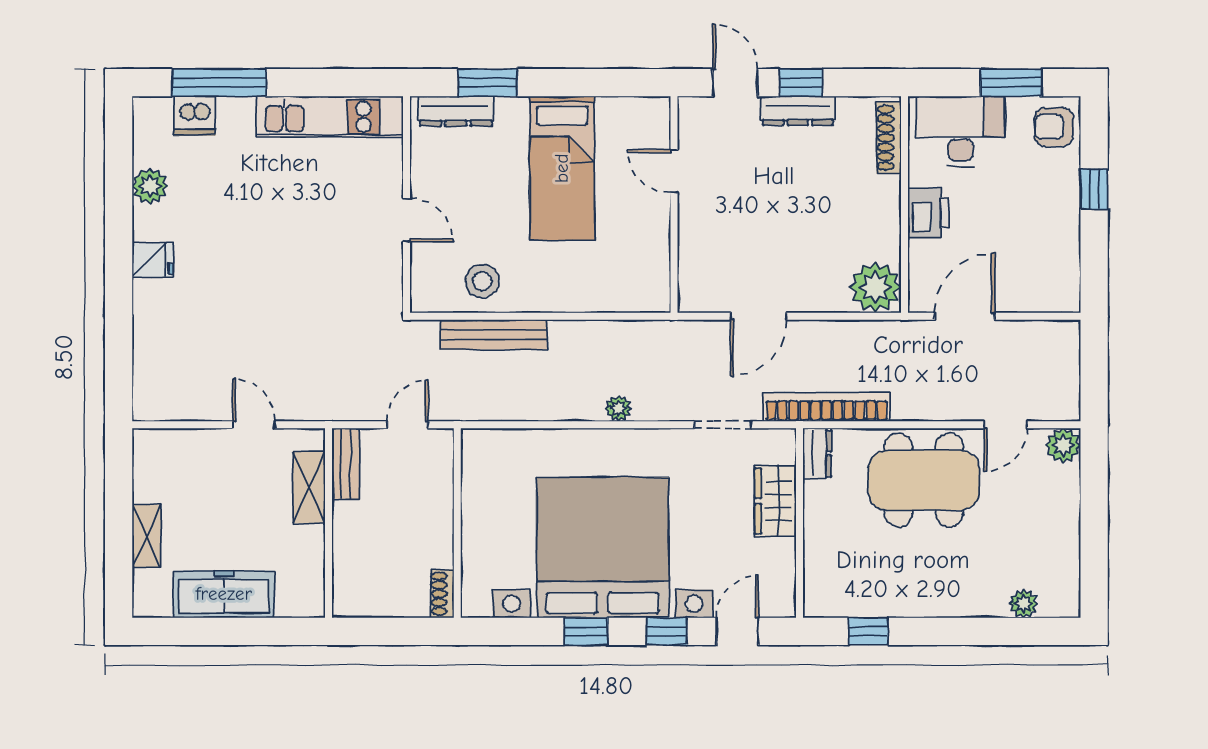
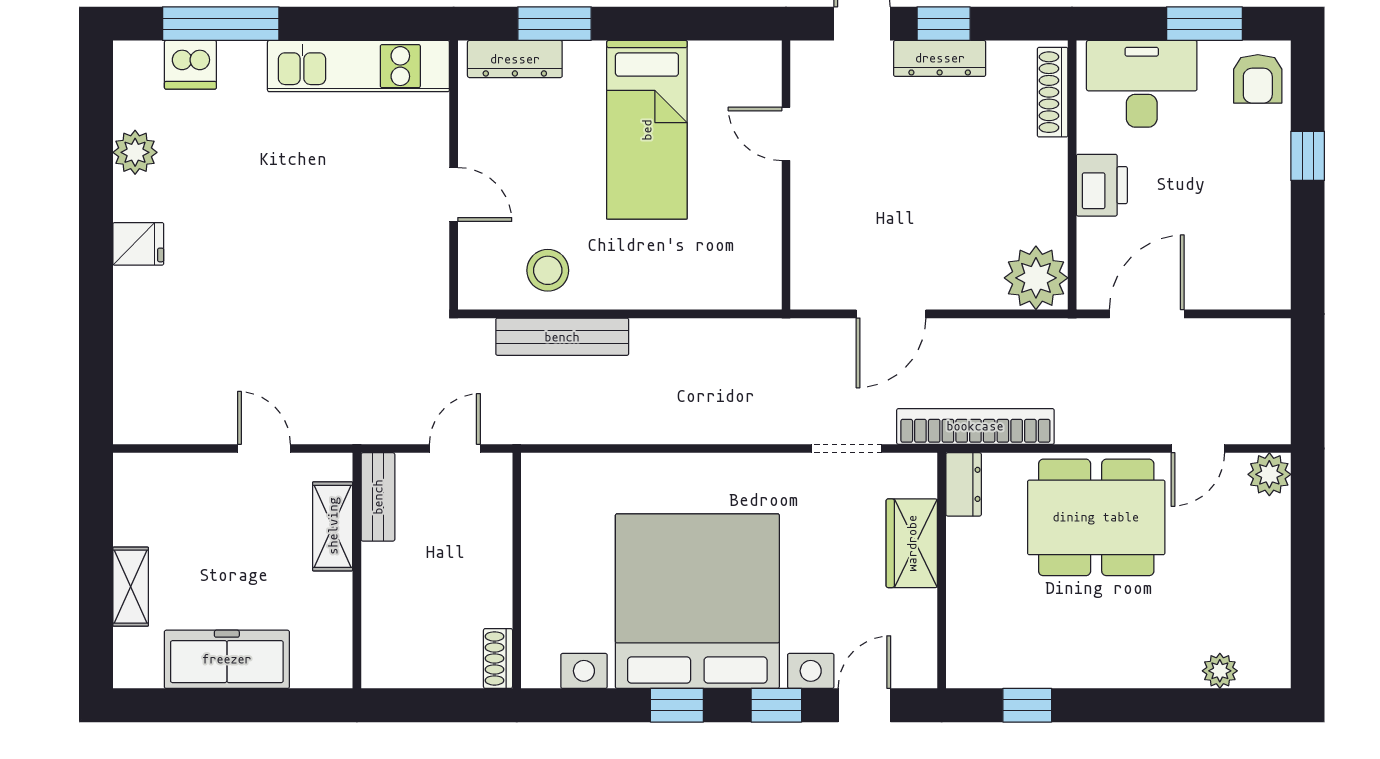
armchair: (1054, 127) -> (1258, 79), turned -90
plant: (619, 409) -> (717, 428), removed

